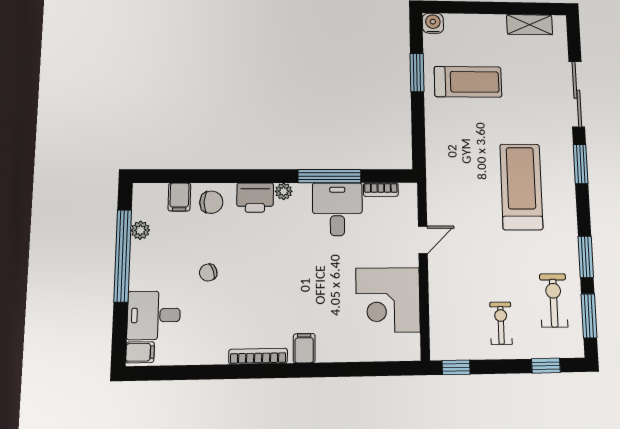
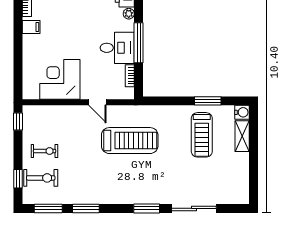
shelving: (530, 25) -> (242, 136), moved
treadmill: (521, 187) -> (130, 141), moved
exercise bike: (554, 300) -> (41, 178), moved

